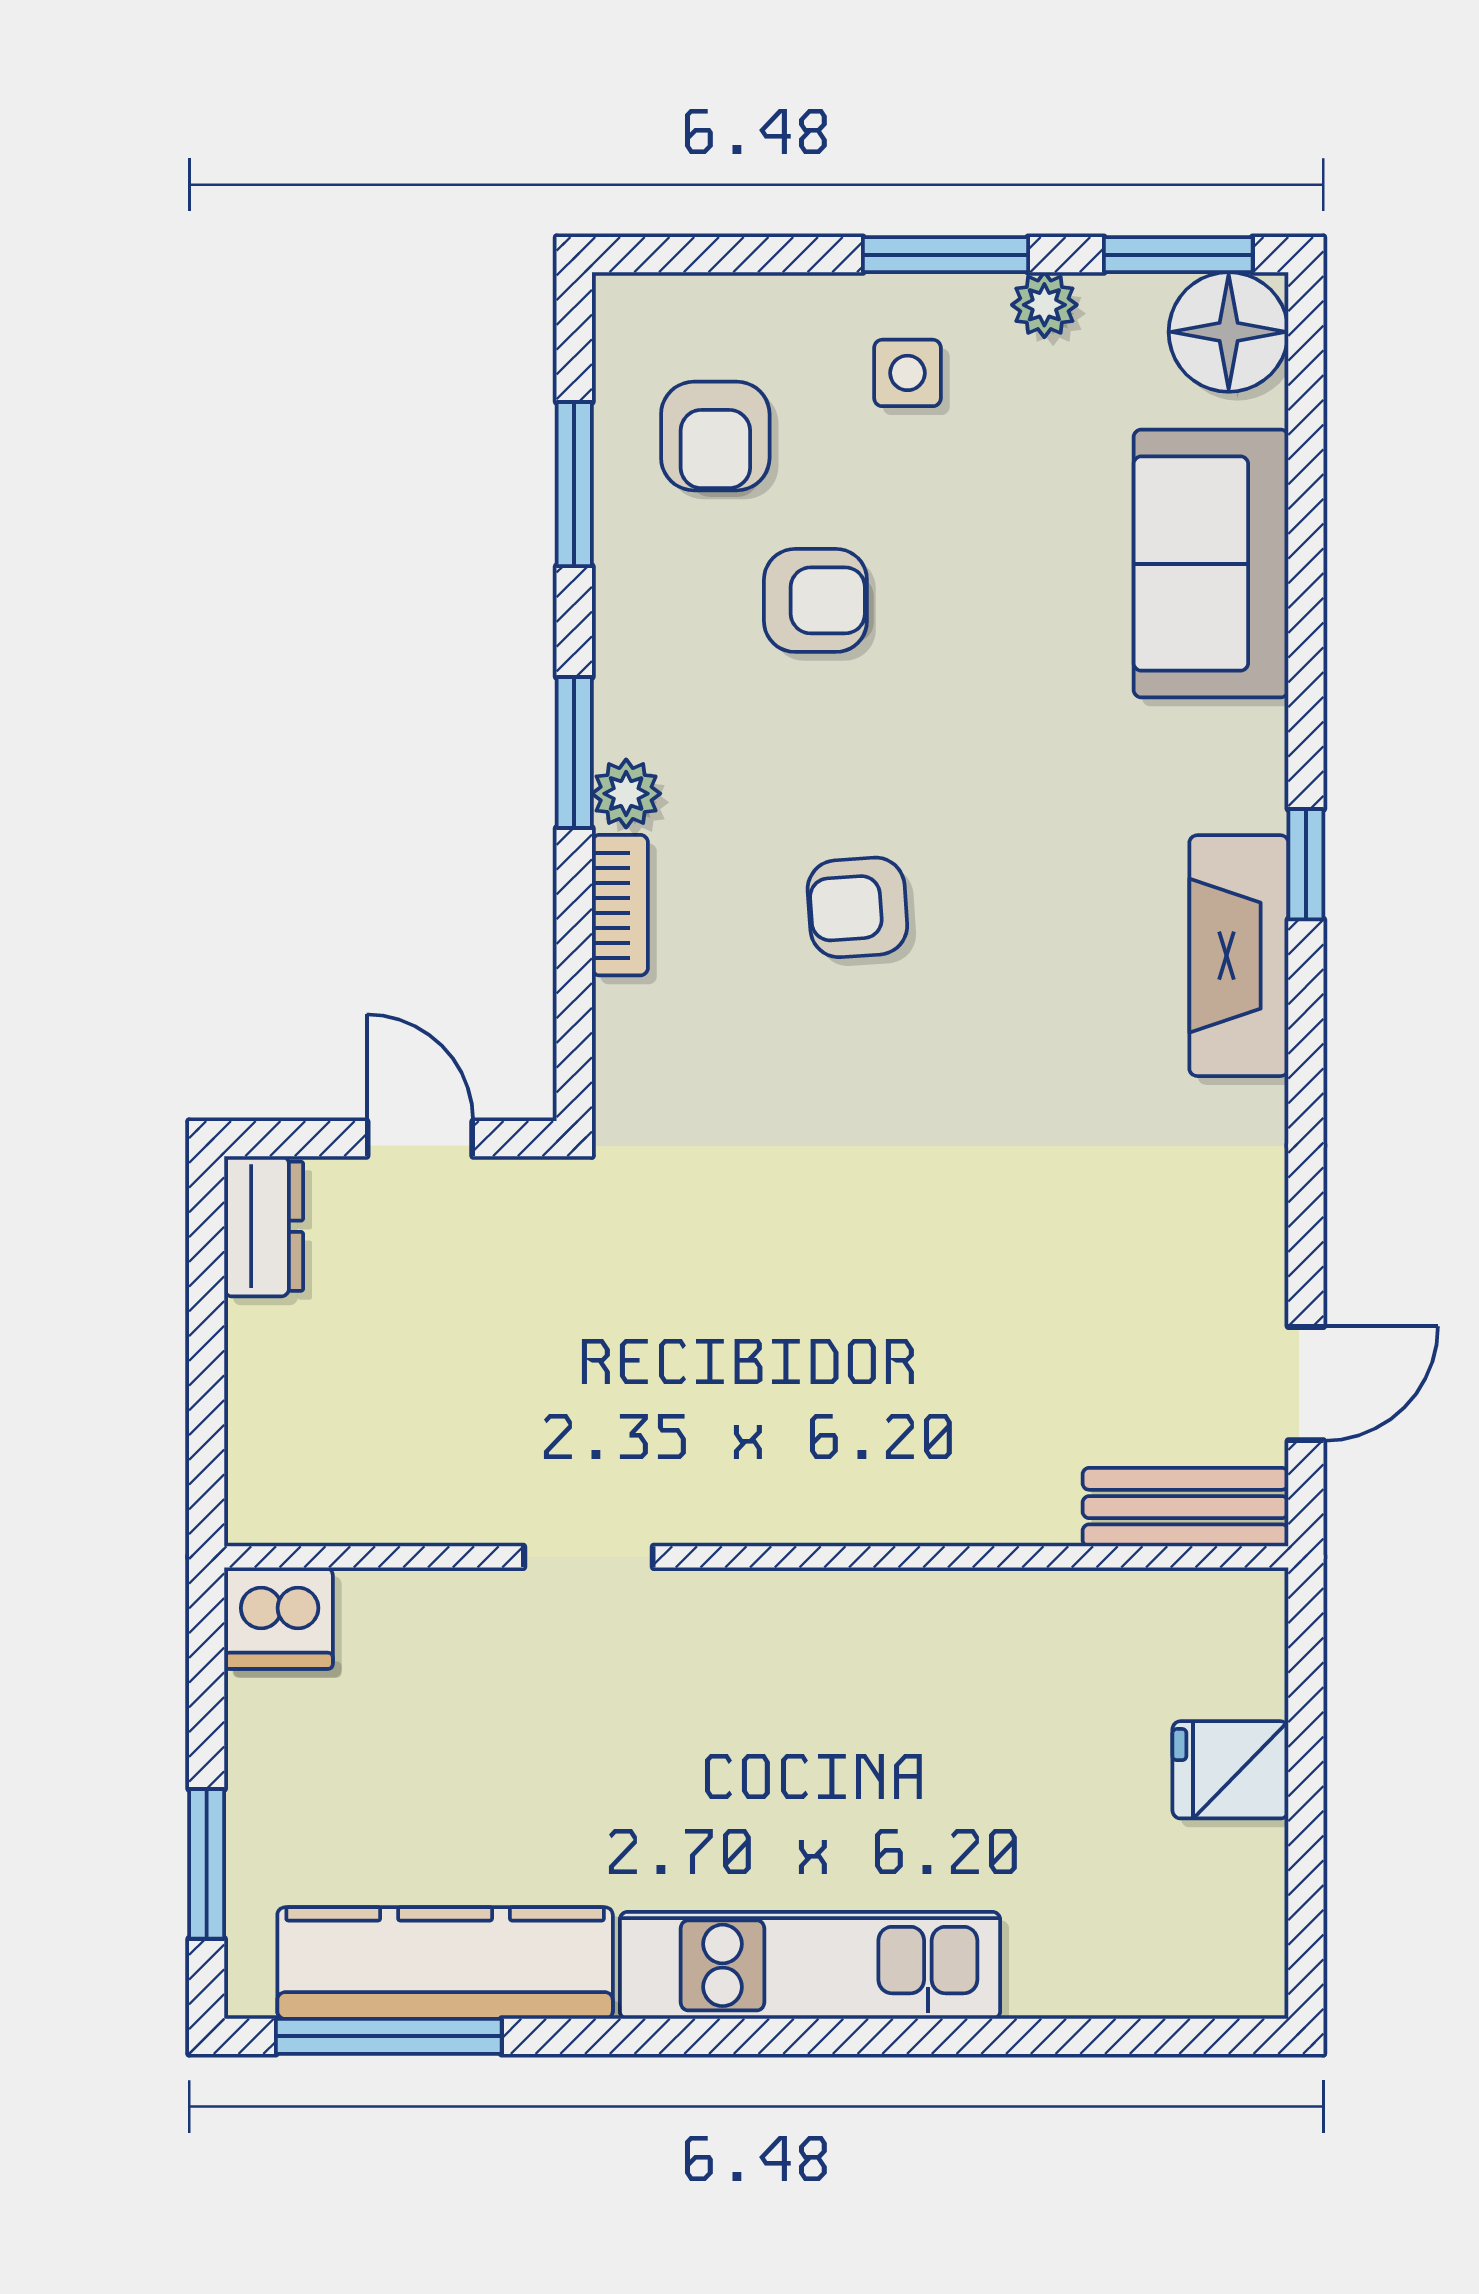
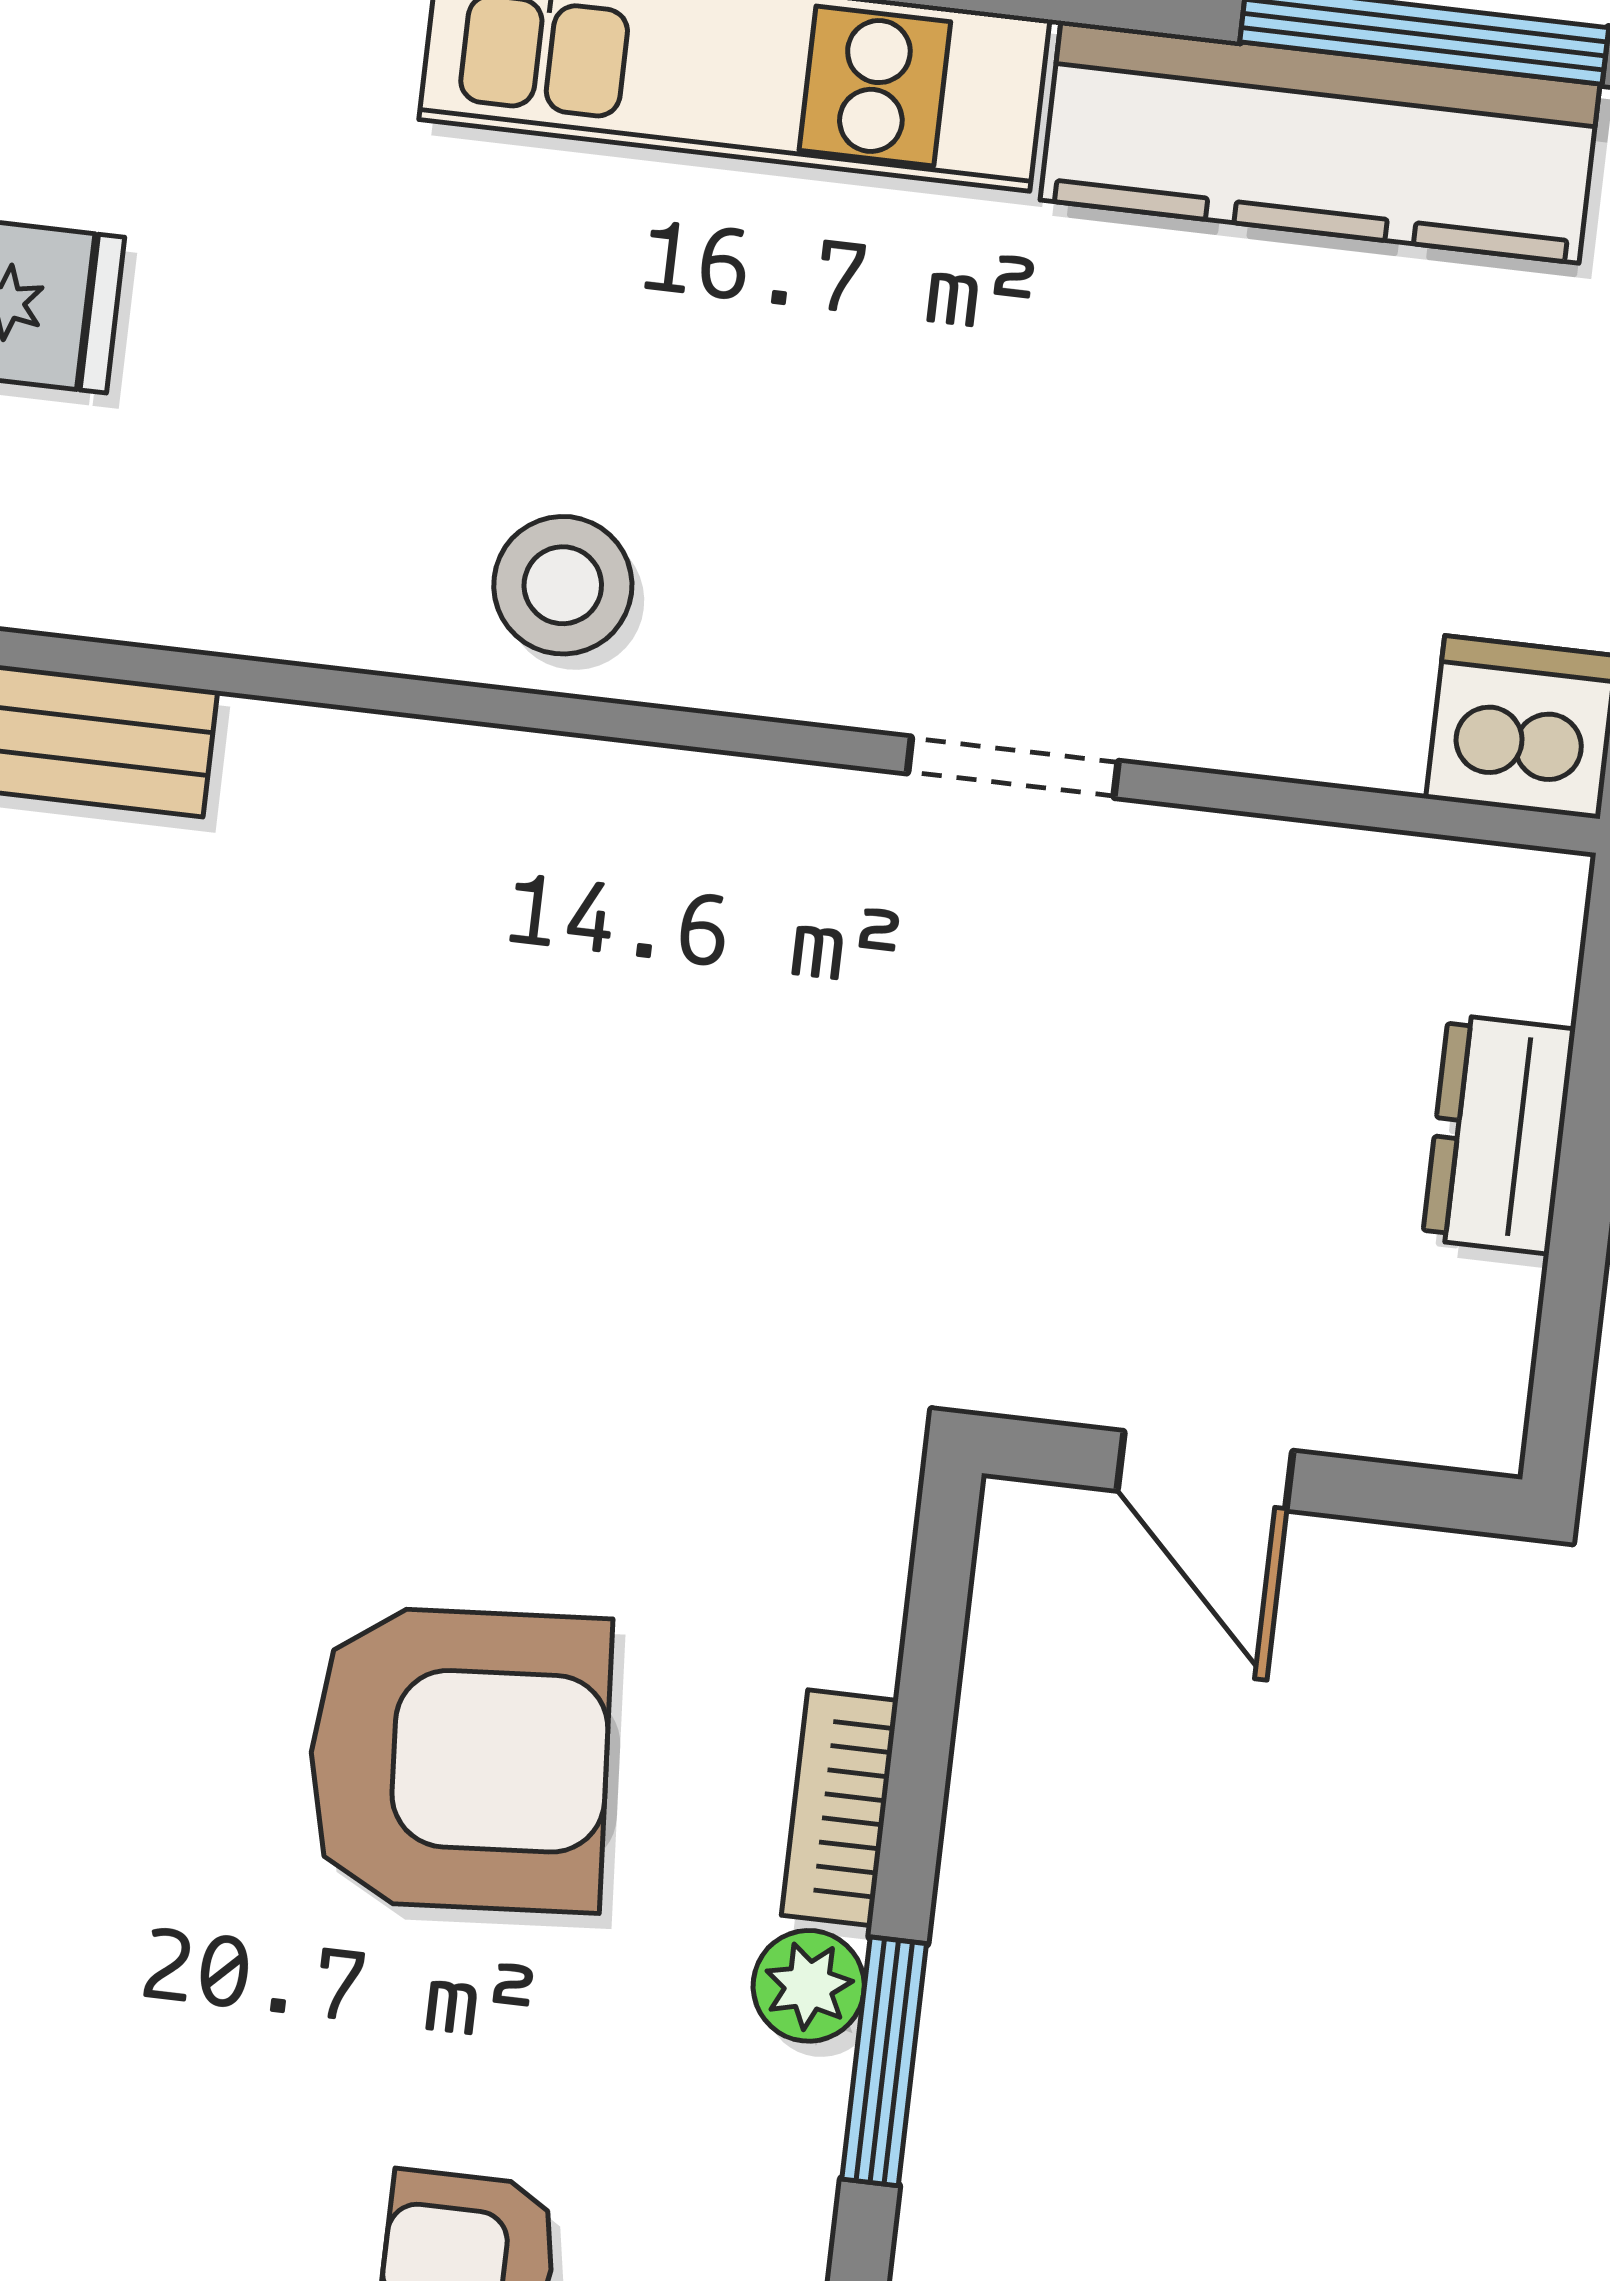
armchair: (857, 907) -> (459, 1759), width x1.88, depth x1.88
dresser: (264, 1226) -> (1499, 1134), moved
stool: (878, 1636) -> (563, 585), added

